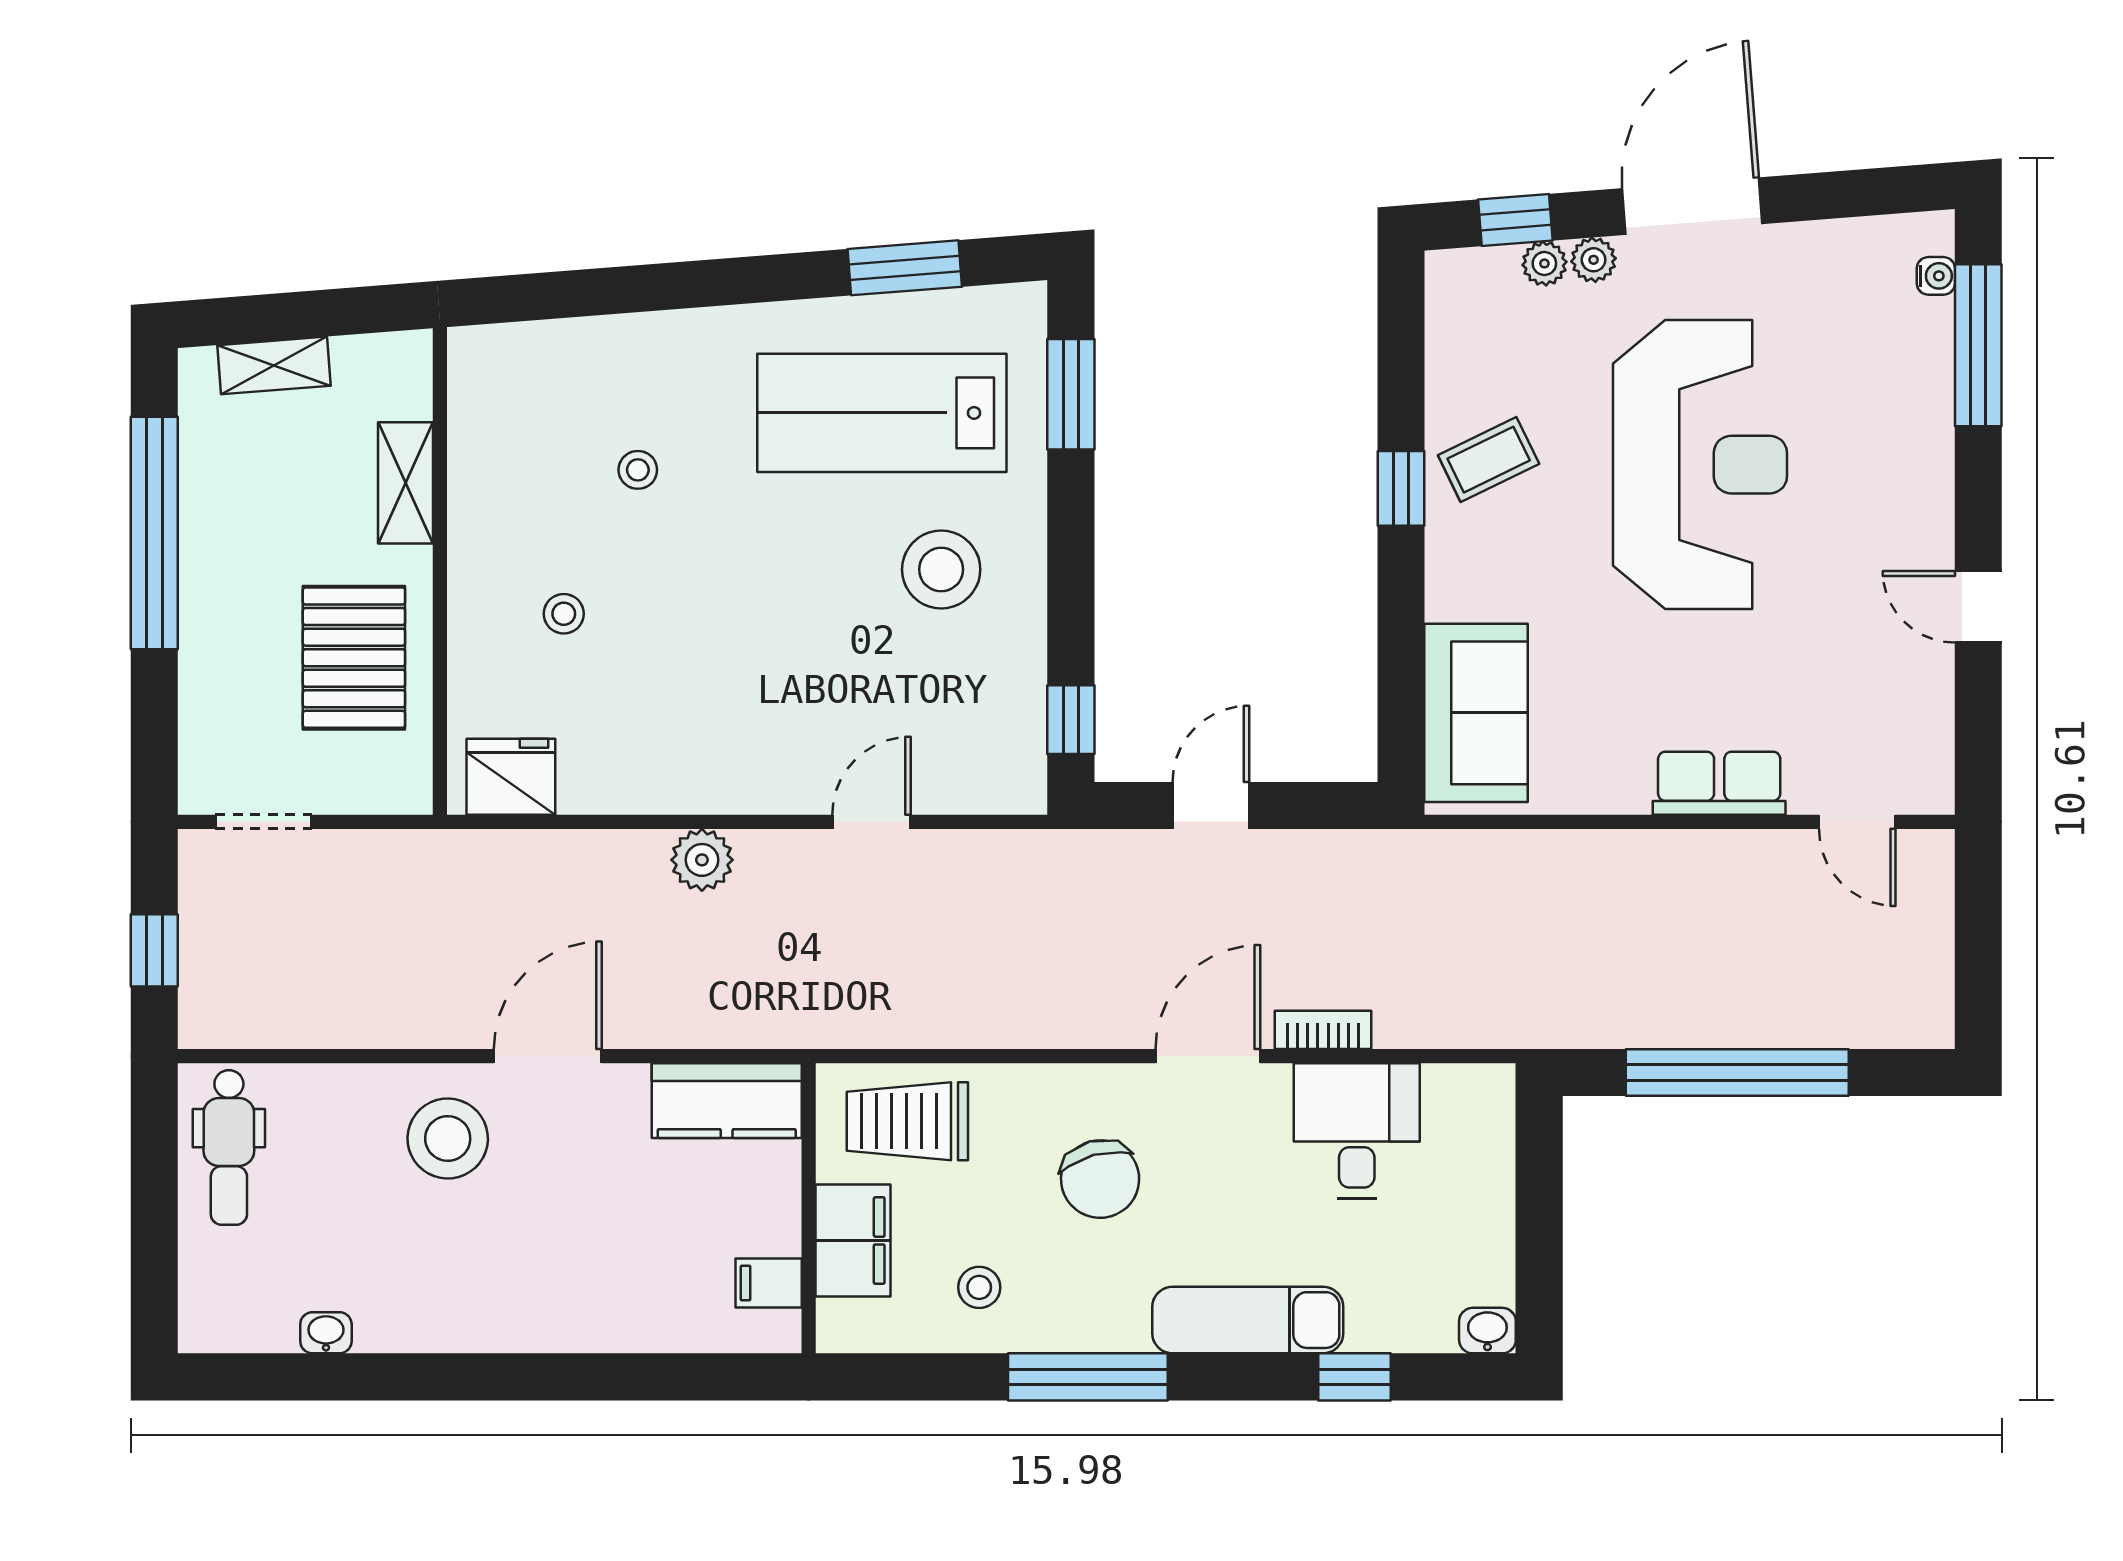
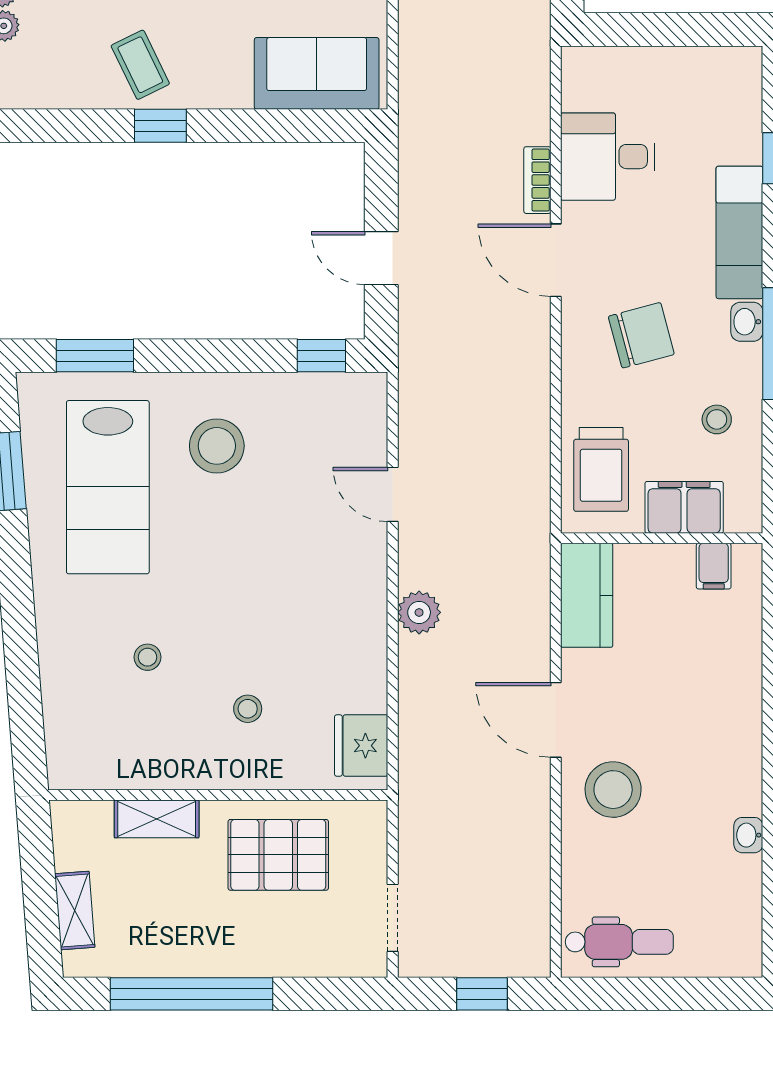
washbasin: (1487, 1331) -> (747, 322), moved
washbasin: (326, 1333) -> (748, 835), moved

